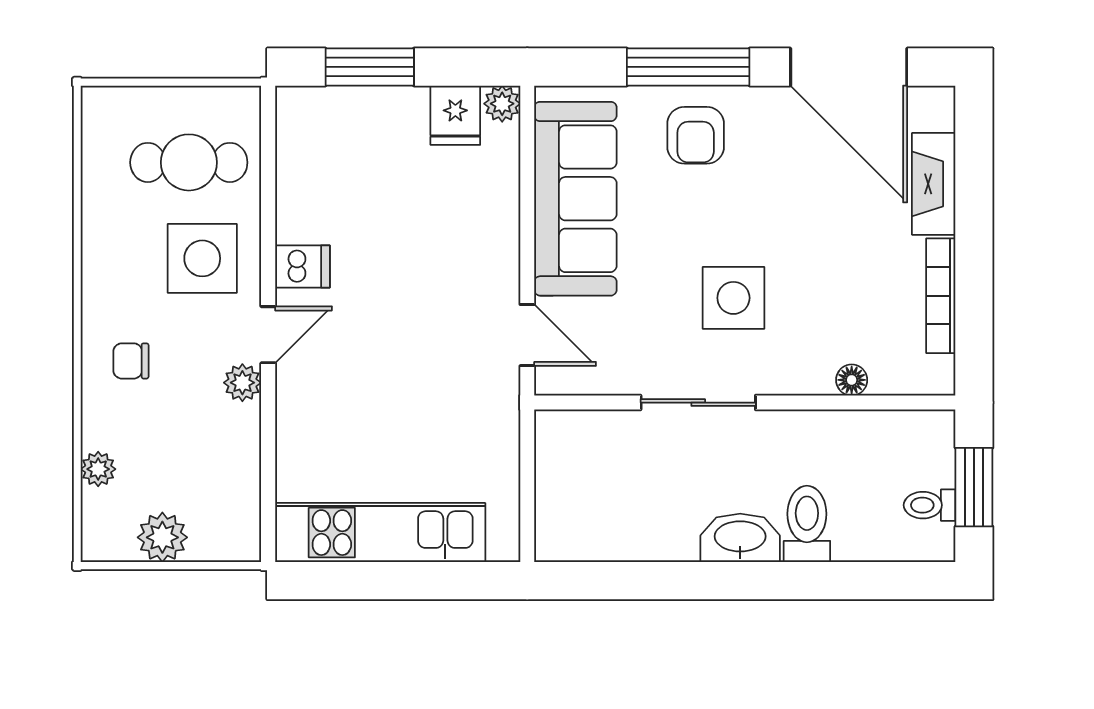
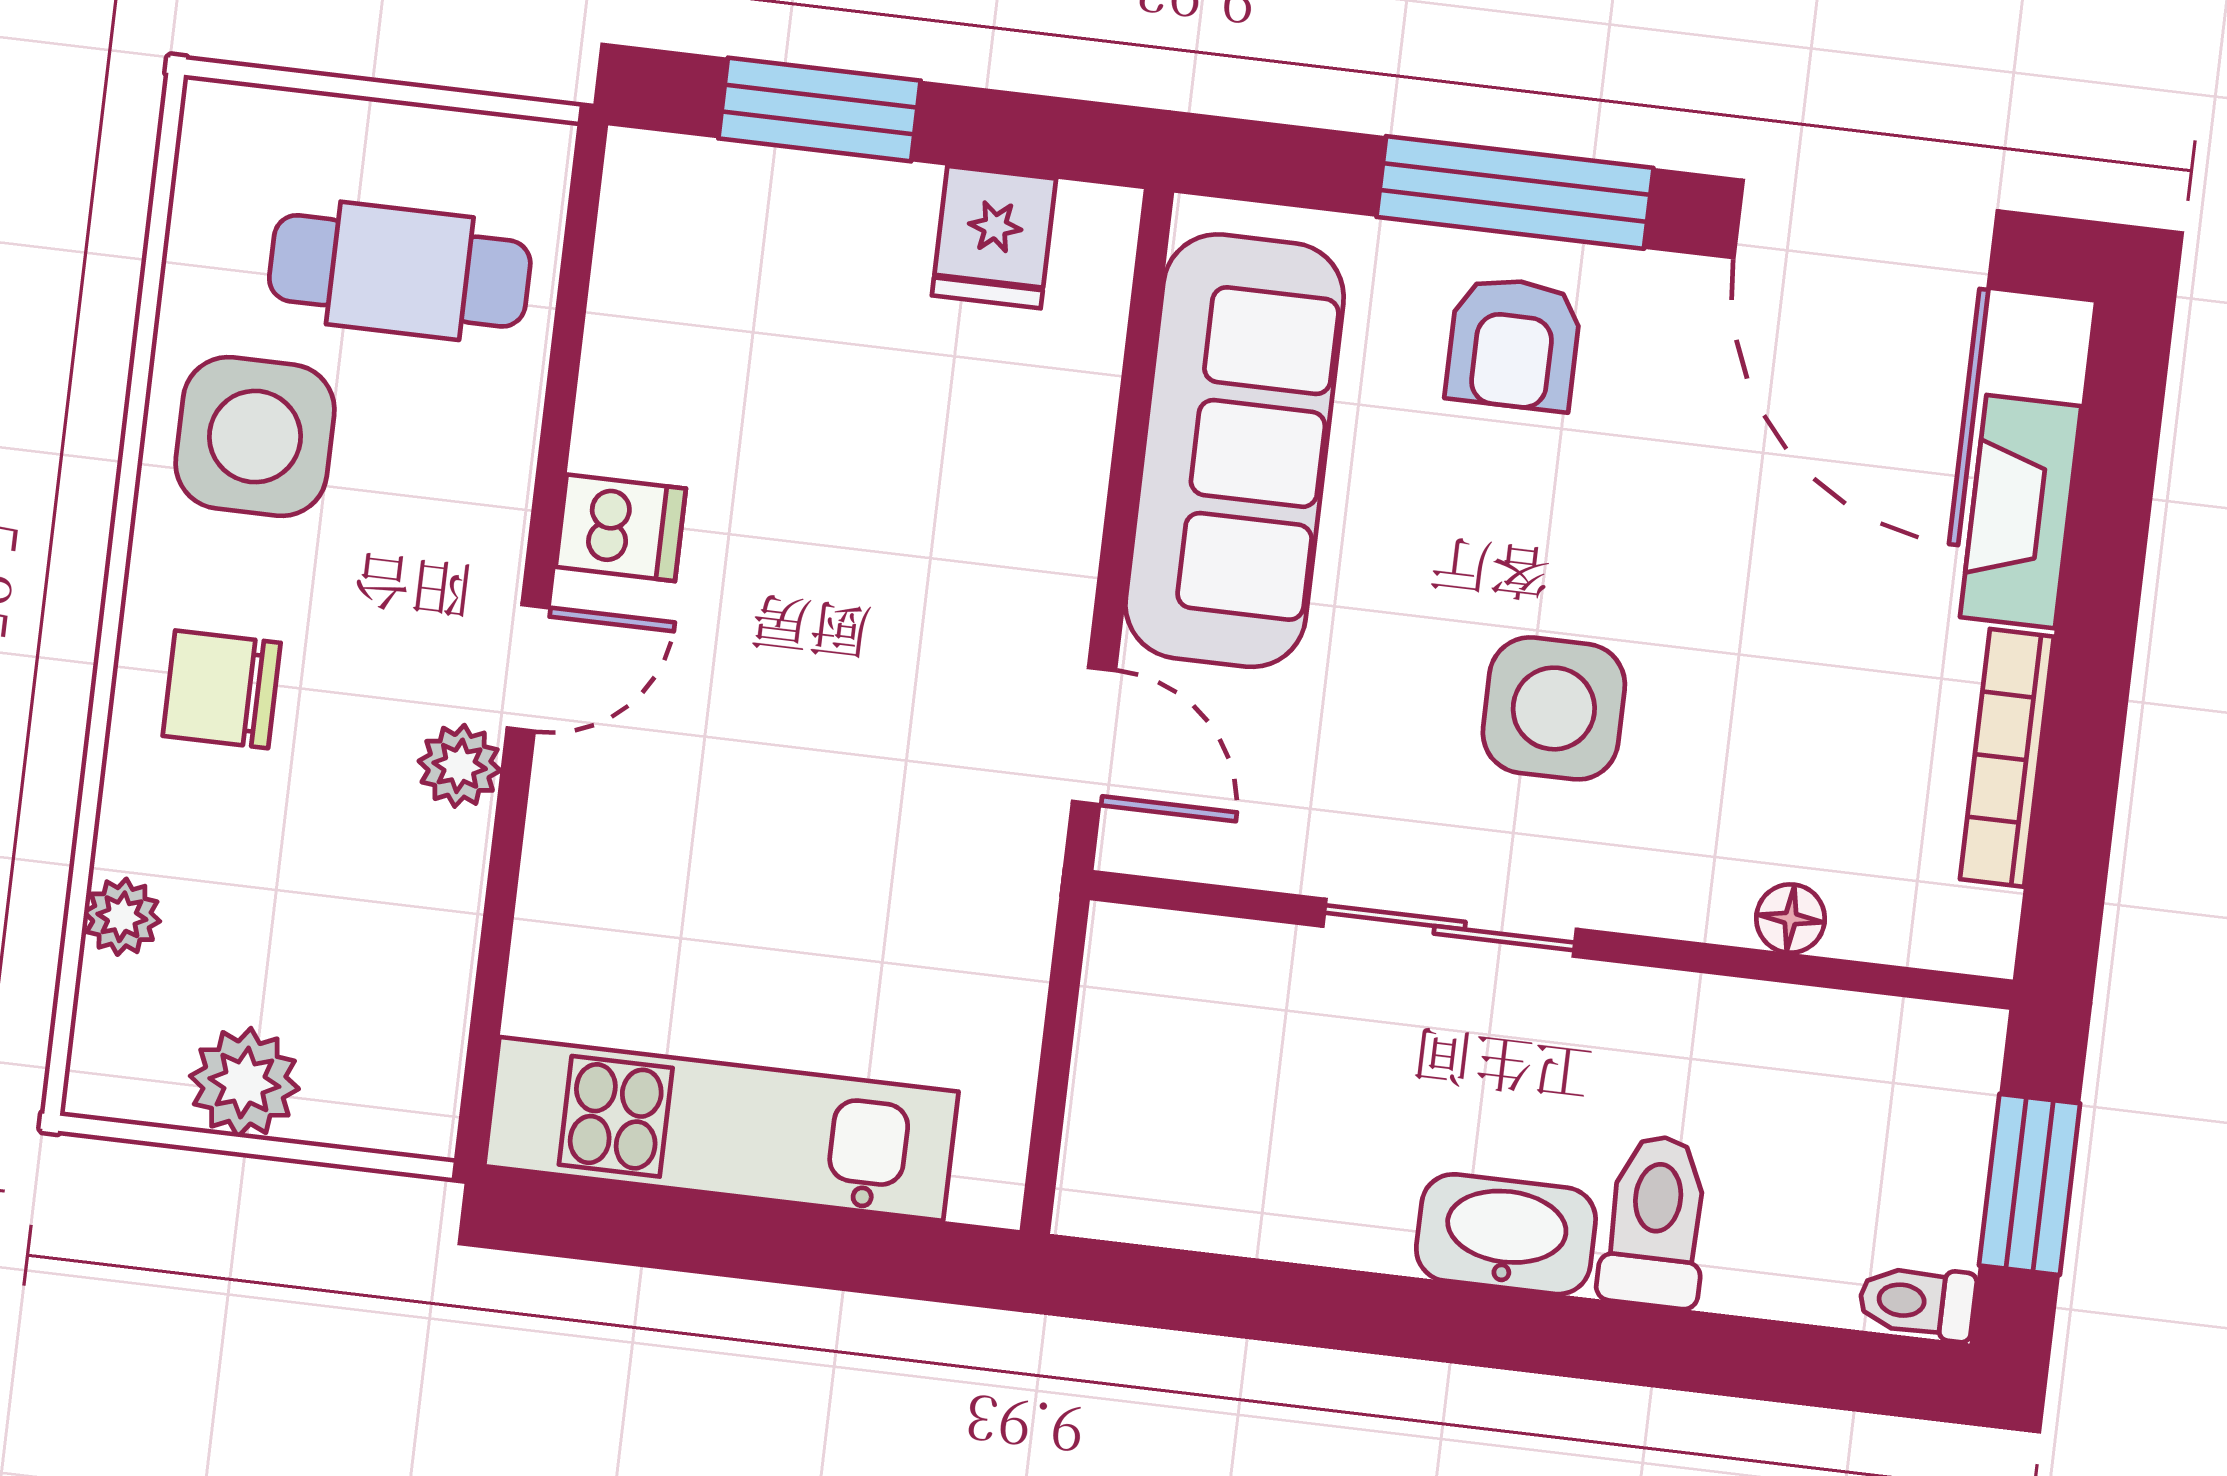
plant: (502, 104) -> (1099, 224), removed
side table: (202, 258) -> (255, 437), moved
chair: (131, 361) -> (222, 689), width x1.37, depth x1.37
toilet: (930, 505) -> (1917, 1302), moved

